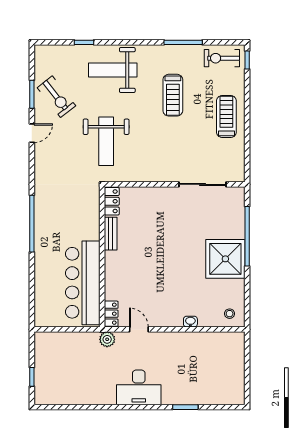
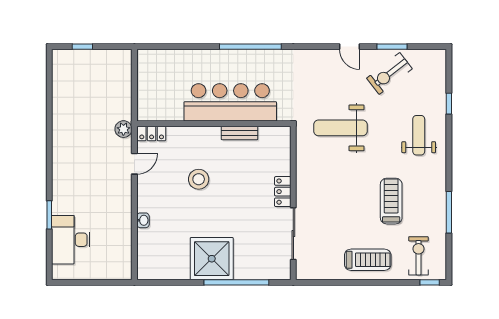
exercise bike: (222, 58) -> (418, 256), moved
weight bench: (113, 70) -> (419, 135), width x0.73, depth x0.75
treadmill: (173, 95) -> (391, 201), turned 90
locker: (112, 201) -> (283, 192), moved, turned 90
bar counter: (83, 283) -> (230, 102), moved
stool: (230, 314) -> (199, 179), moved, width x1.89, depth x1.89
desk: (139, 387) -> (71, 240), moved

